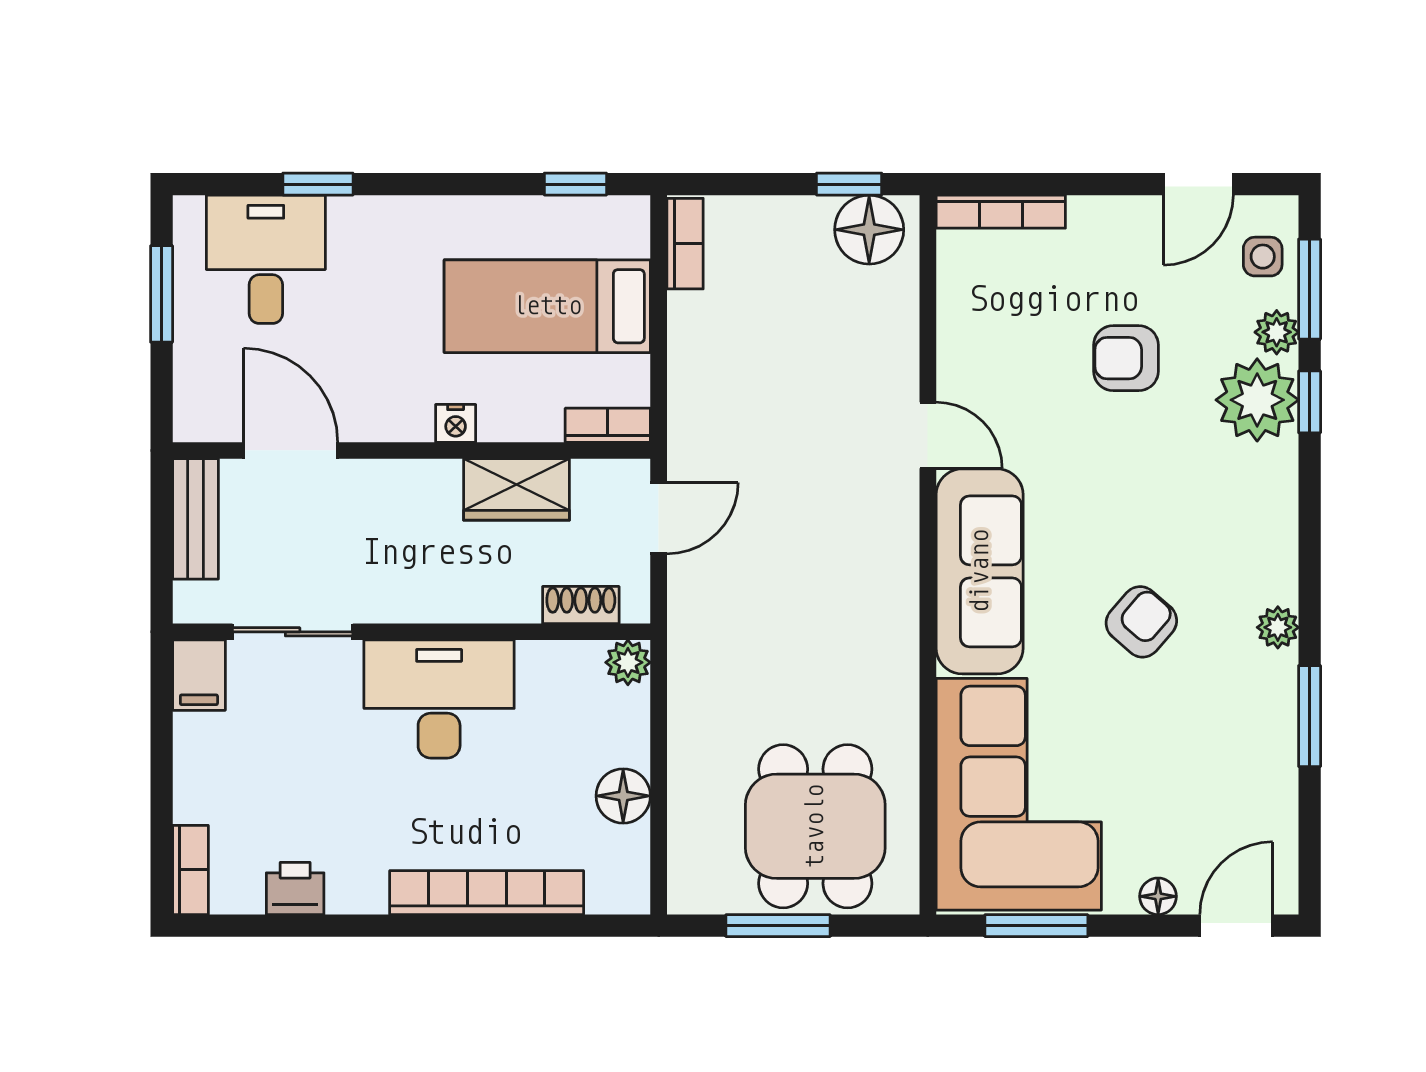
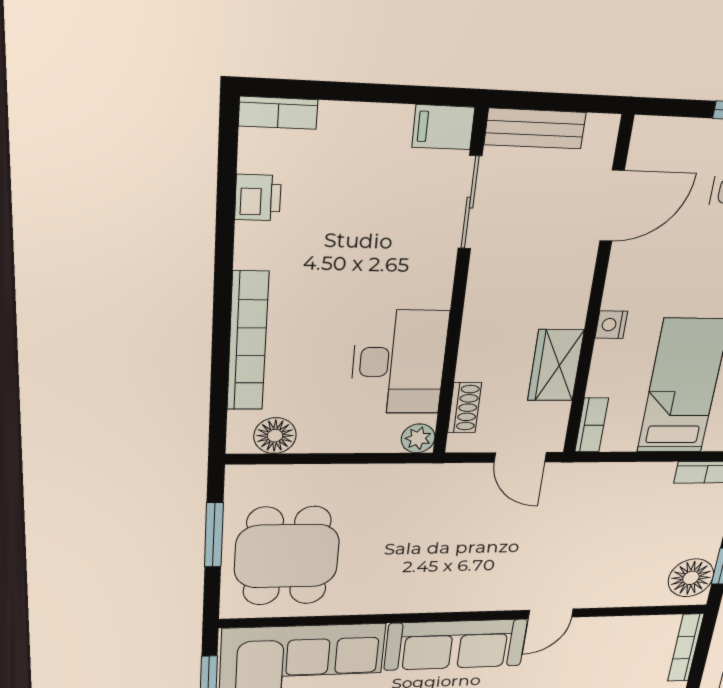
bench: (196, 519) -> (535, 129), moved
desk: (439, 699) -> (399, 362), moved
floor lamp: (623, 796) -> (275, 436), moved
dining table: (815, 826) -> (287, 556), turned 90

